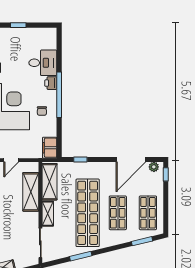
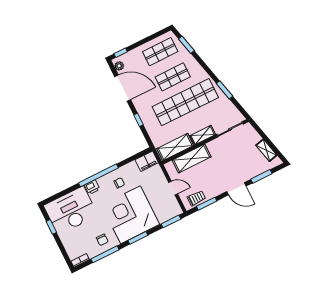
window: (18, 25) -> (51, 227), moved
desk: (43, 63) -> (71, 210), width x1.87, depth x1.30
window: (80, 160) -> (139, 120), moved

